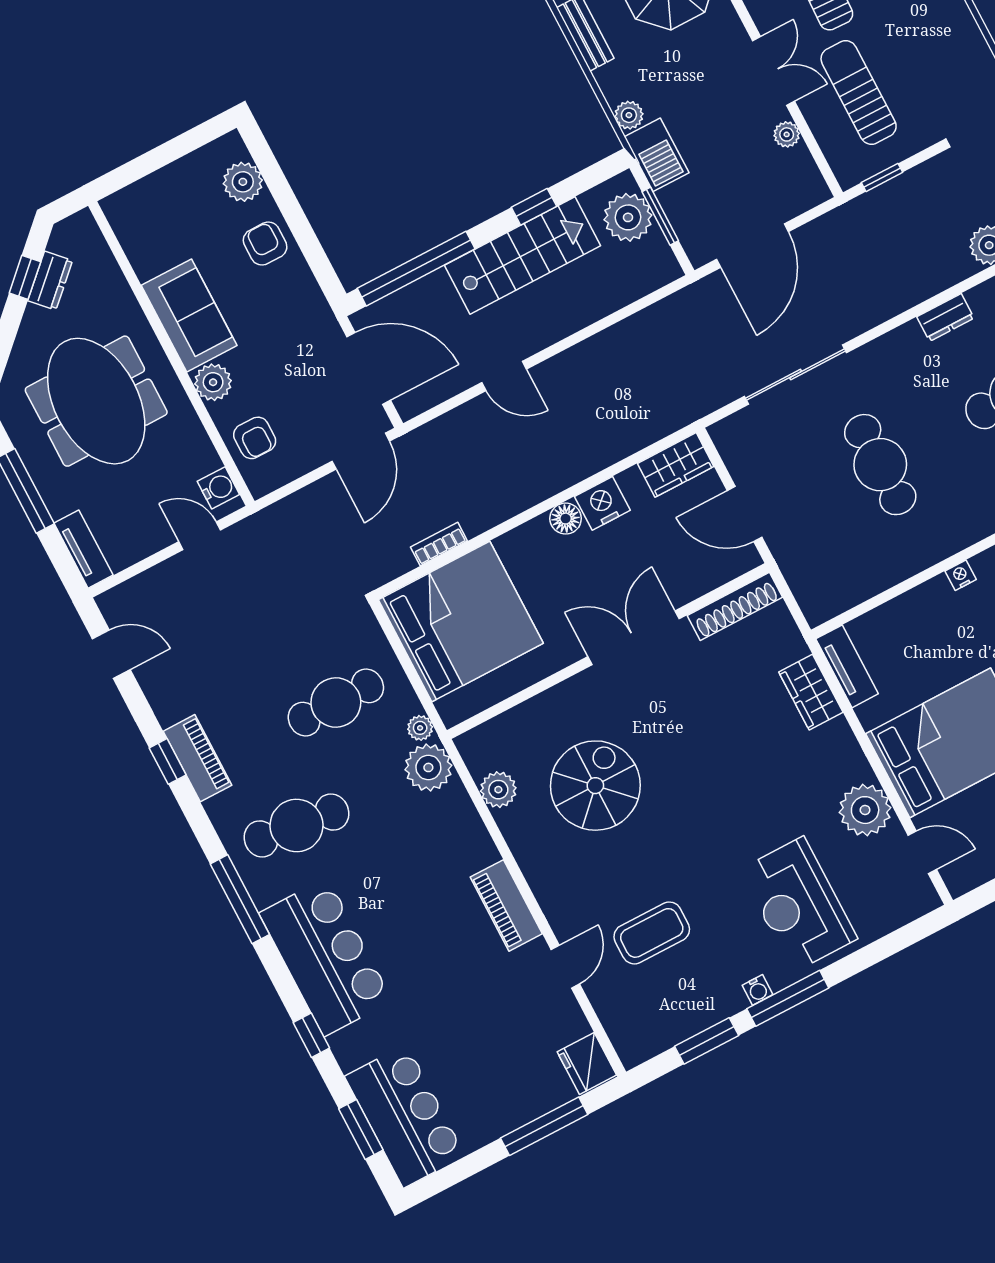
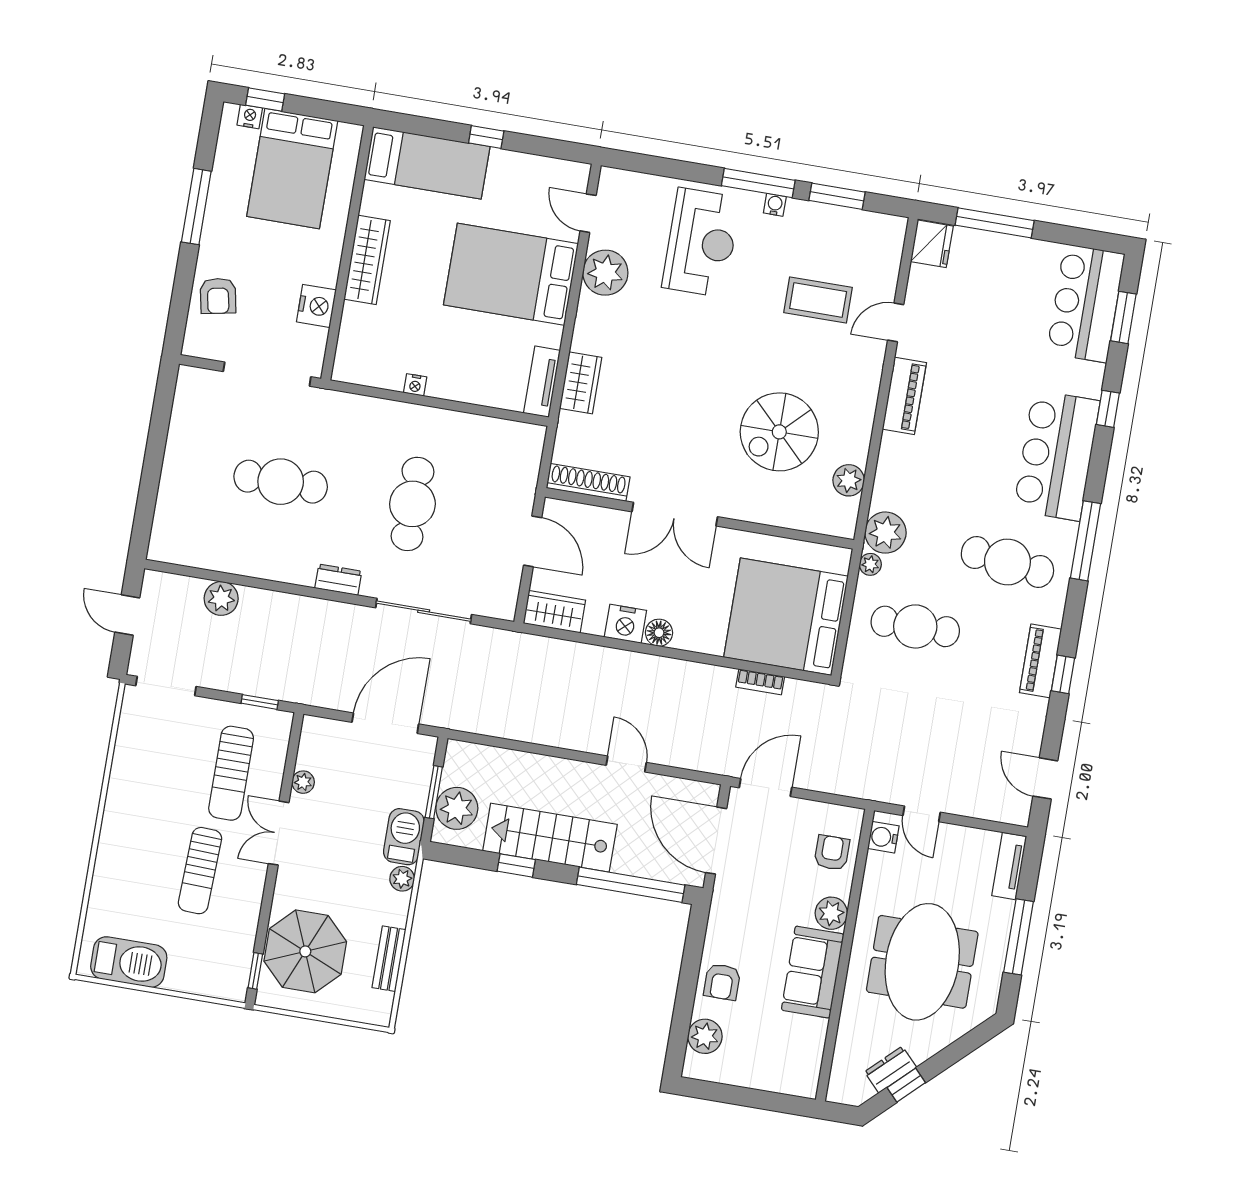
dresser: (945, 318) -> (338, 580), moved

